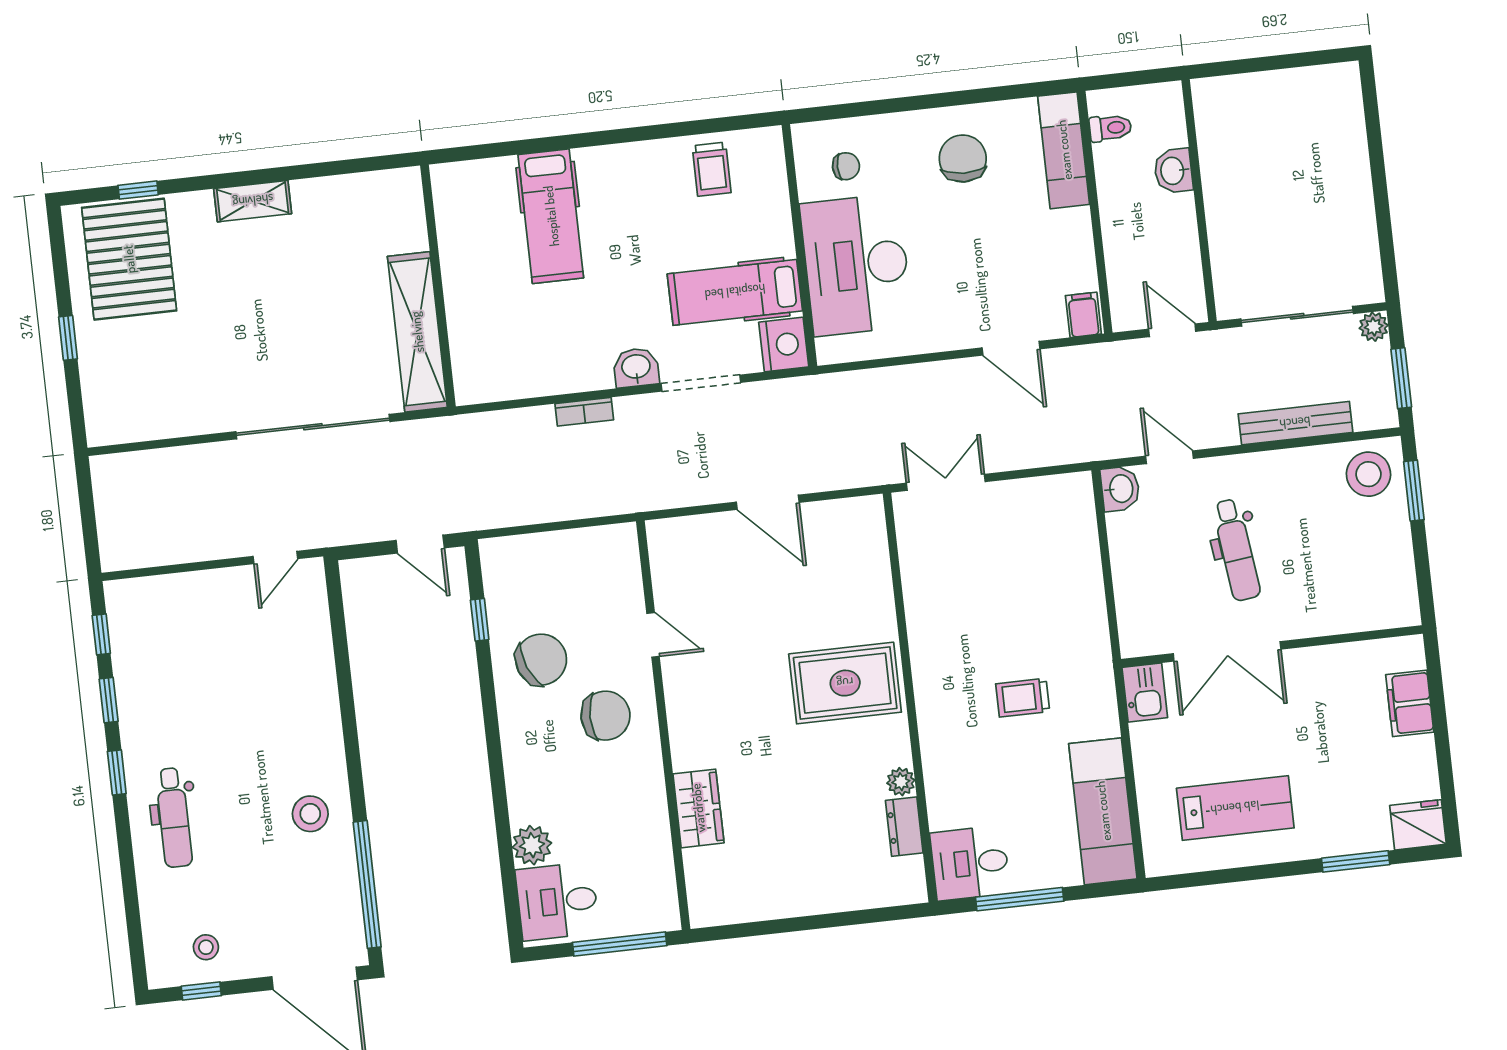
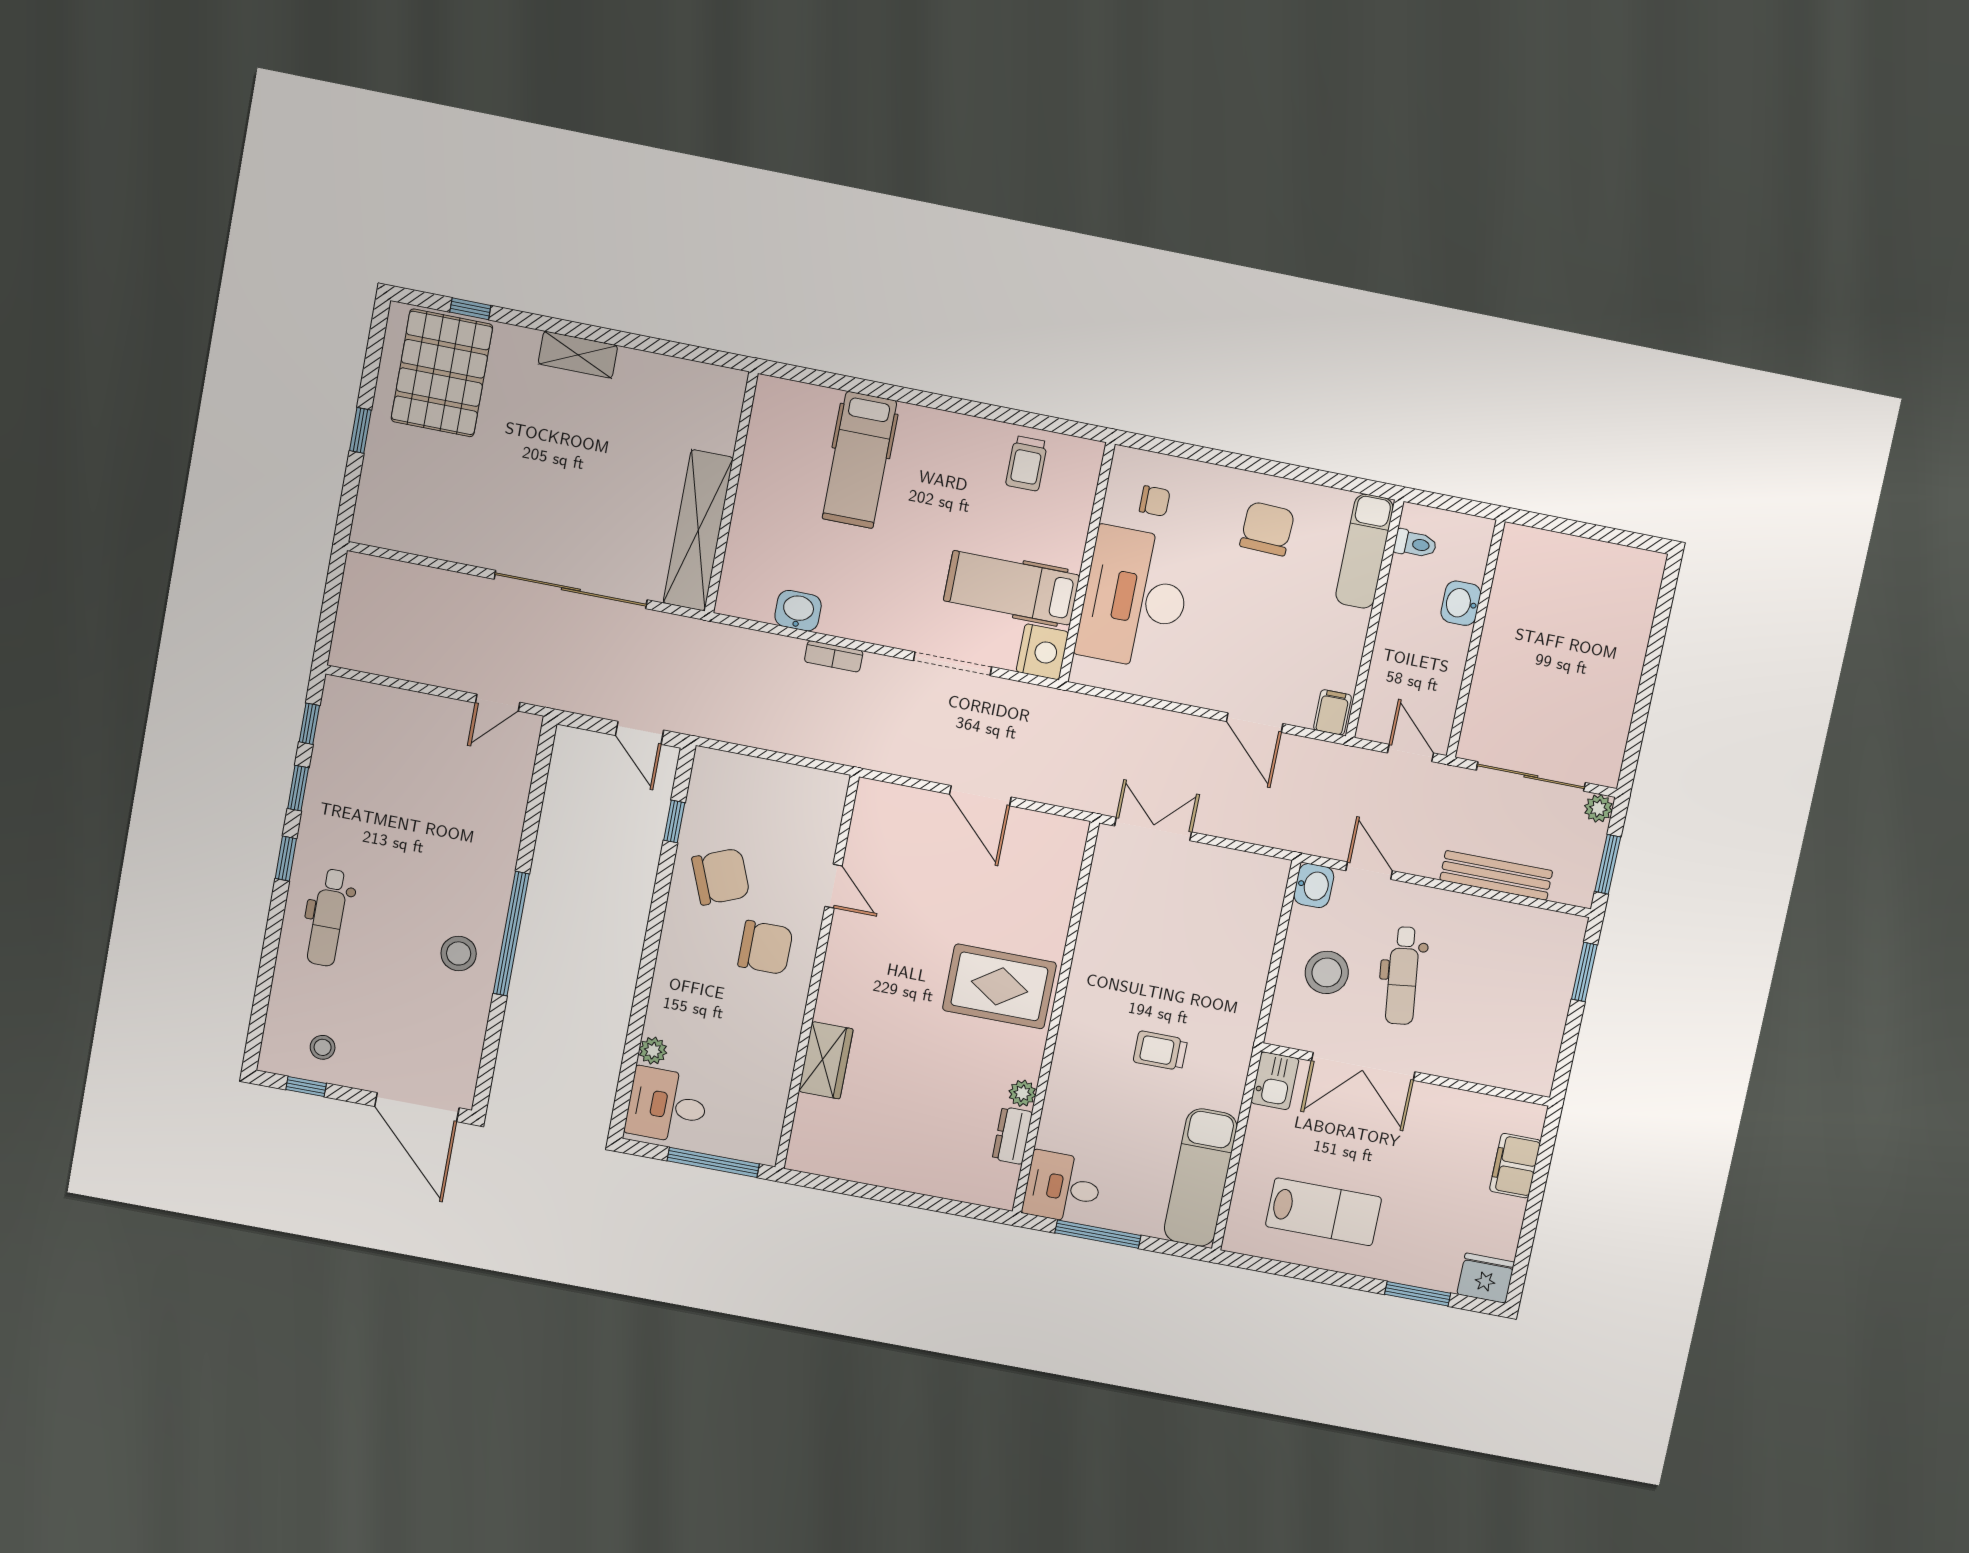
washbasin: (636, 368) -> (798, 611), moved
stool: (1368, 474) -> (1327, 972), moved
plant: (532, 845) -> (653, 1051), width x0.73, depth x0.73
window: (367, 884) -> (511, 934), moved

